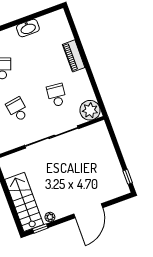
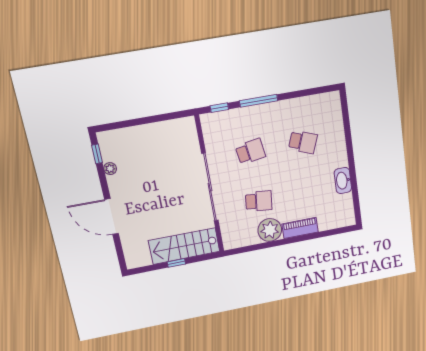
plant: (90, 110) -> (270, 230), moved
window: (128, 177) -> (176, 263), moved
stairs: (24, 202) -> (184, 246), moved, turned 180

